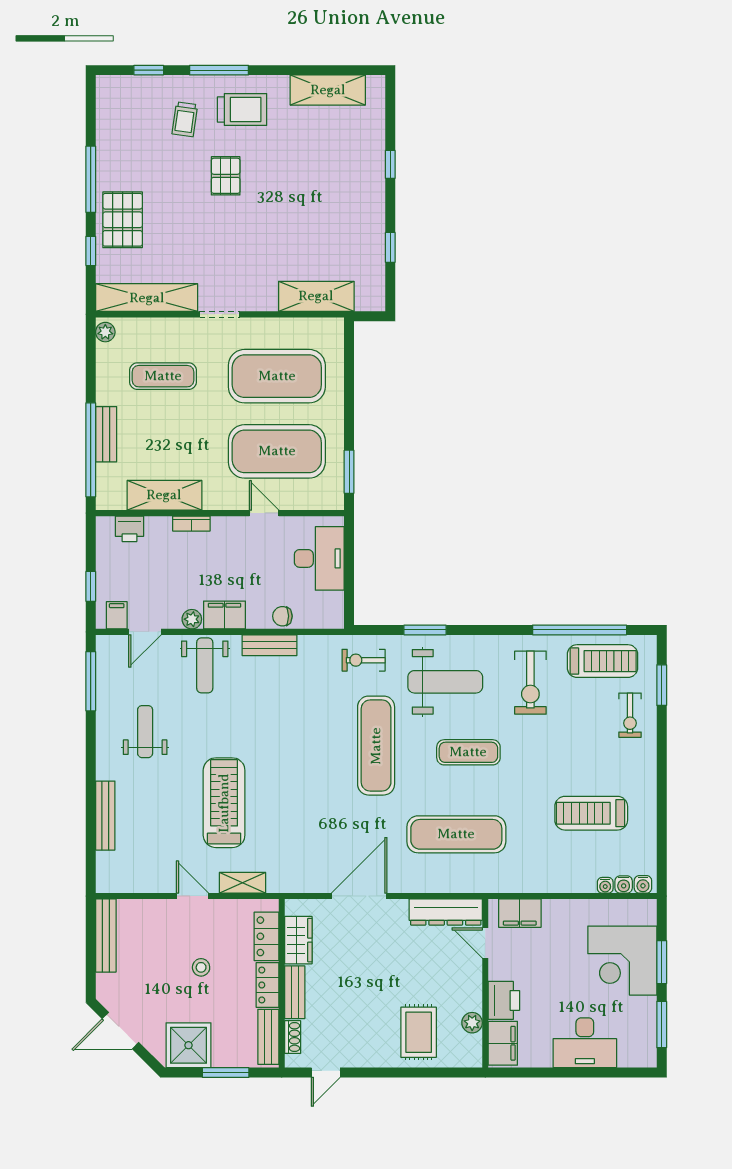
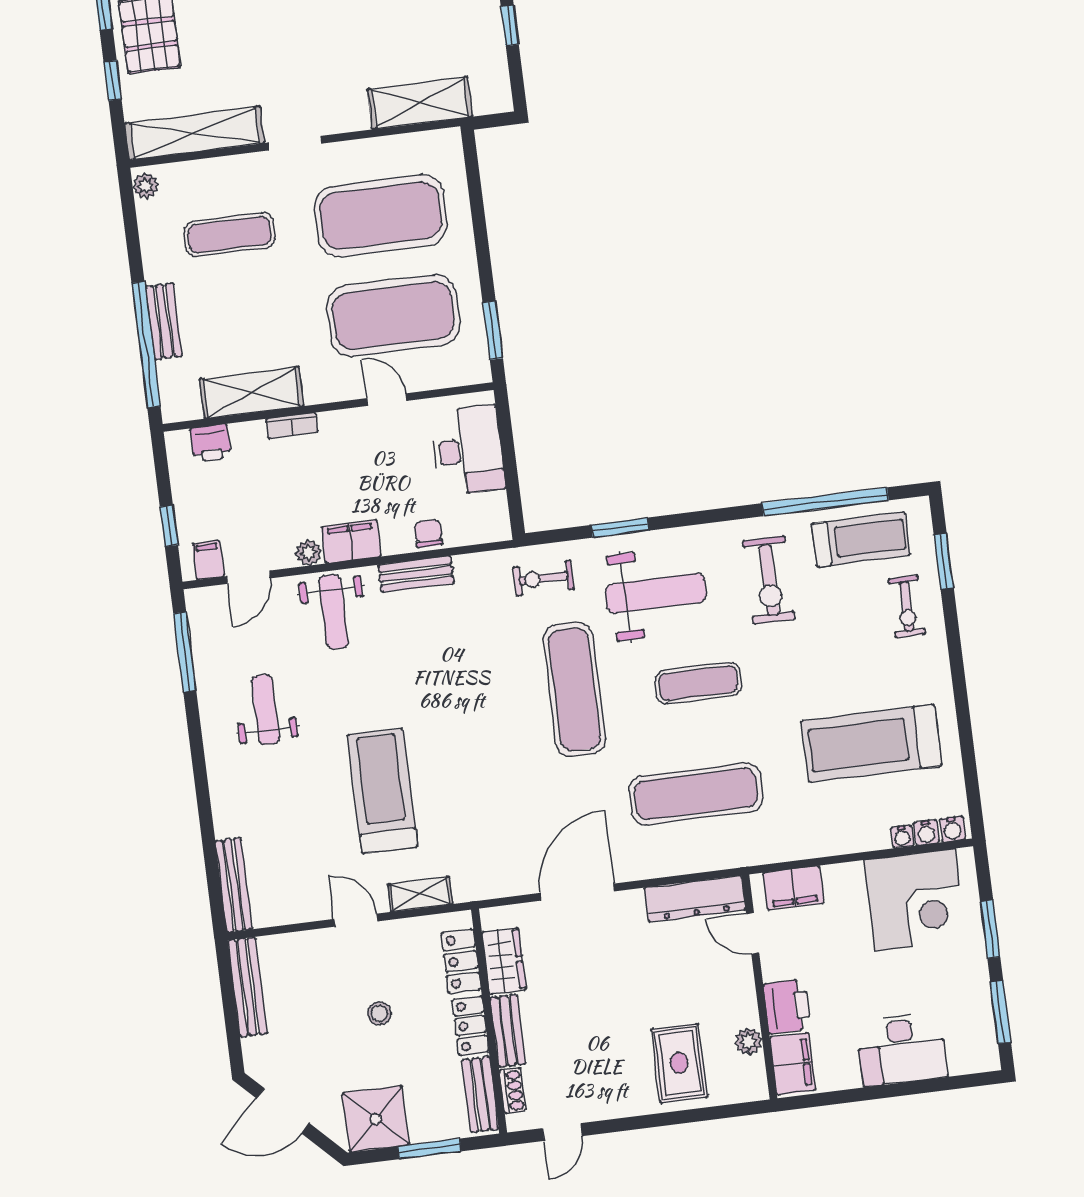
chair: (282, 616) -> (428, 533), turned 90
treadmill: (591, 813) -> (872, 743), width x1.37, depth x1.38
bench: (105, 816) -> (234, 885), moved
corner desk: (622, 961) -> (915, 900), moved, turned -90

